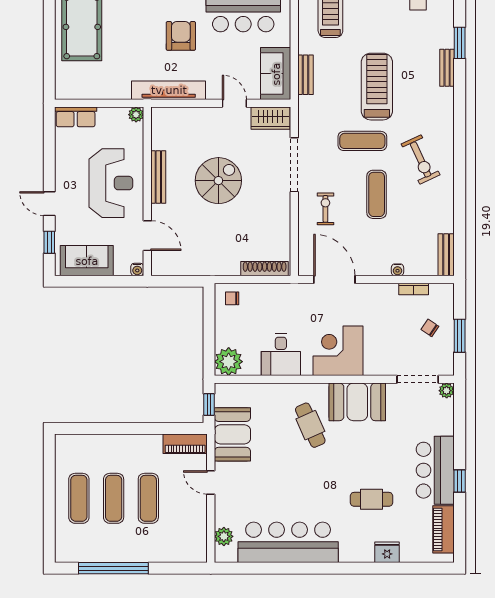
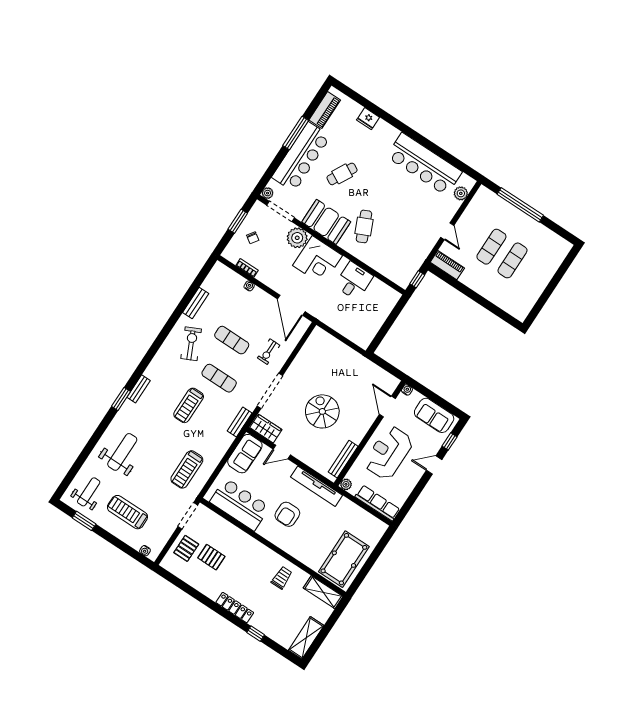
bench: (306, 75) -> (240, 422), moved
treadmill: (377, 87) -> (189, 405), width x0.73, depth x0.73
door: (234, 103) -> (282, 452), hinge flipped
row of seats: (76, 117) -> (377, 503), width x1.48
bench: (158, 177) -> (343, 459), moved
spiral stairs: (218, 181) -> (322, 411), turned 90
exercise mat: (377, 194) -> (232, 340), turned 90
door: (49, 204) -> (434, 465), swing flipped
bench: (446, 255) -> (196, 303), moved
shoe rack: (265, 269) -> (329, 340), removed
chair: (232, 298) -> (361, 334), removed
plant: (229, 362) -> (297, 238), moved
booth: (232, 434) -> (415, 252), removed
bar counter: (435, 470) -> (301, 157), width x1.36
window: (460, 481) -> (296, 133), width x2.17
exercise mat: (79, 498) -> (534, 274), removed
cafe table: (372, 499) -> (342, 174), moved, turned -62
window: (113, 568) -> (520, 205), moved

